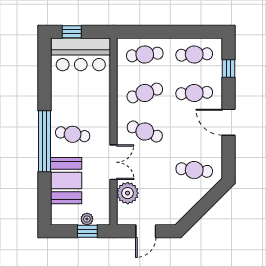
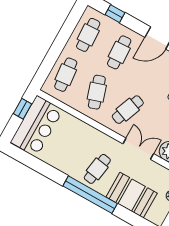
window: (72, 32) -> (23, 109), moved

